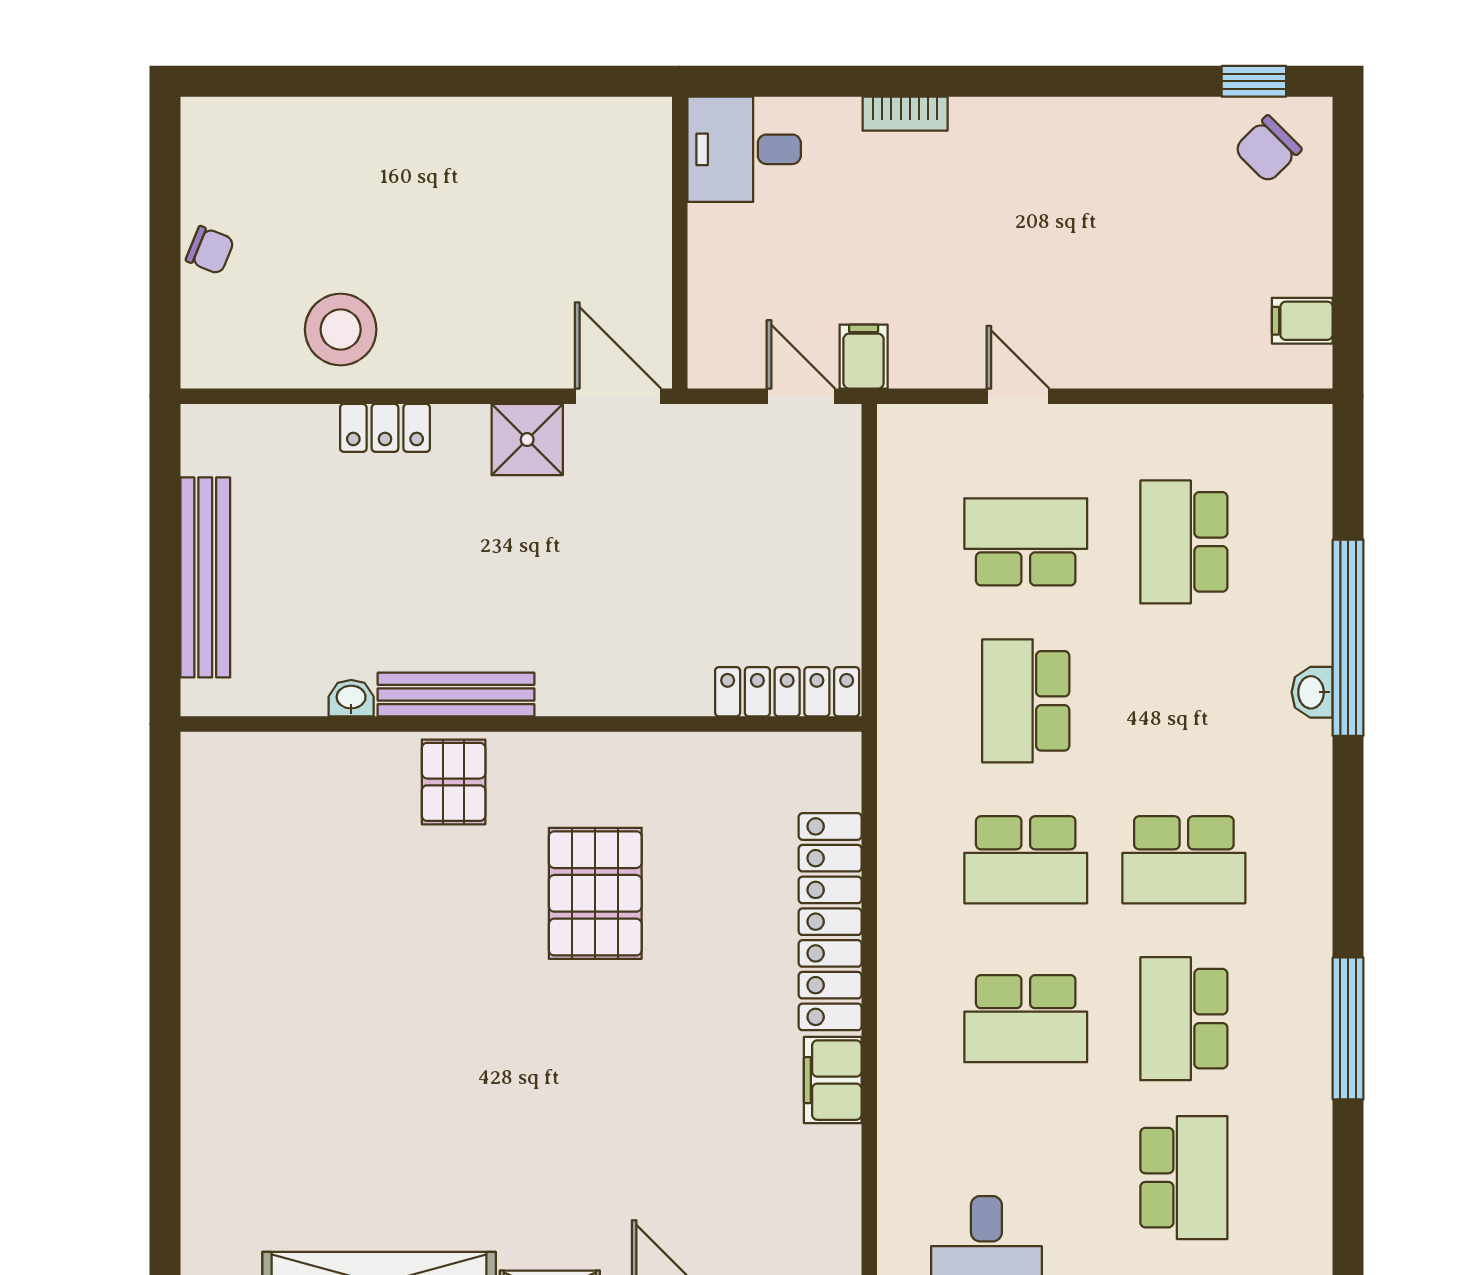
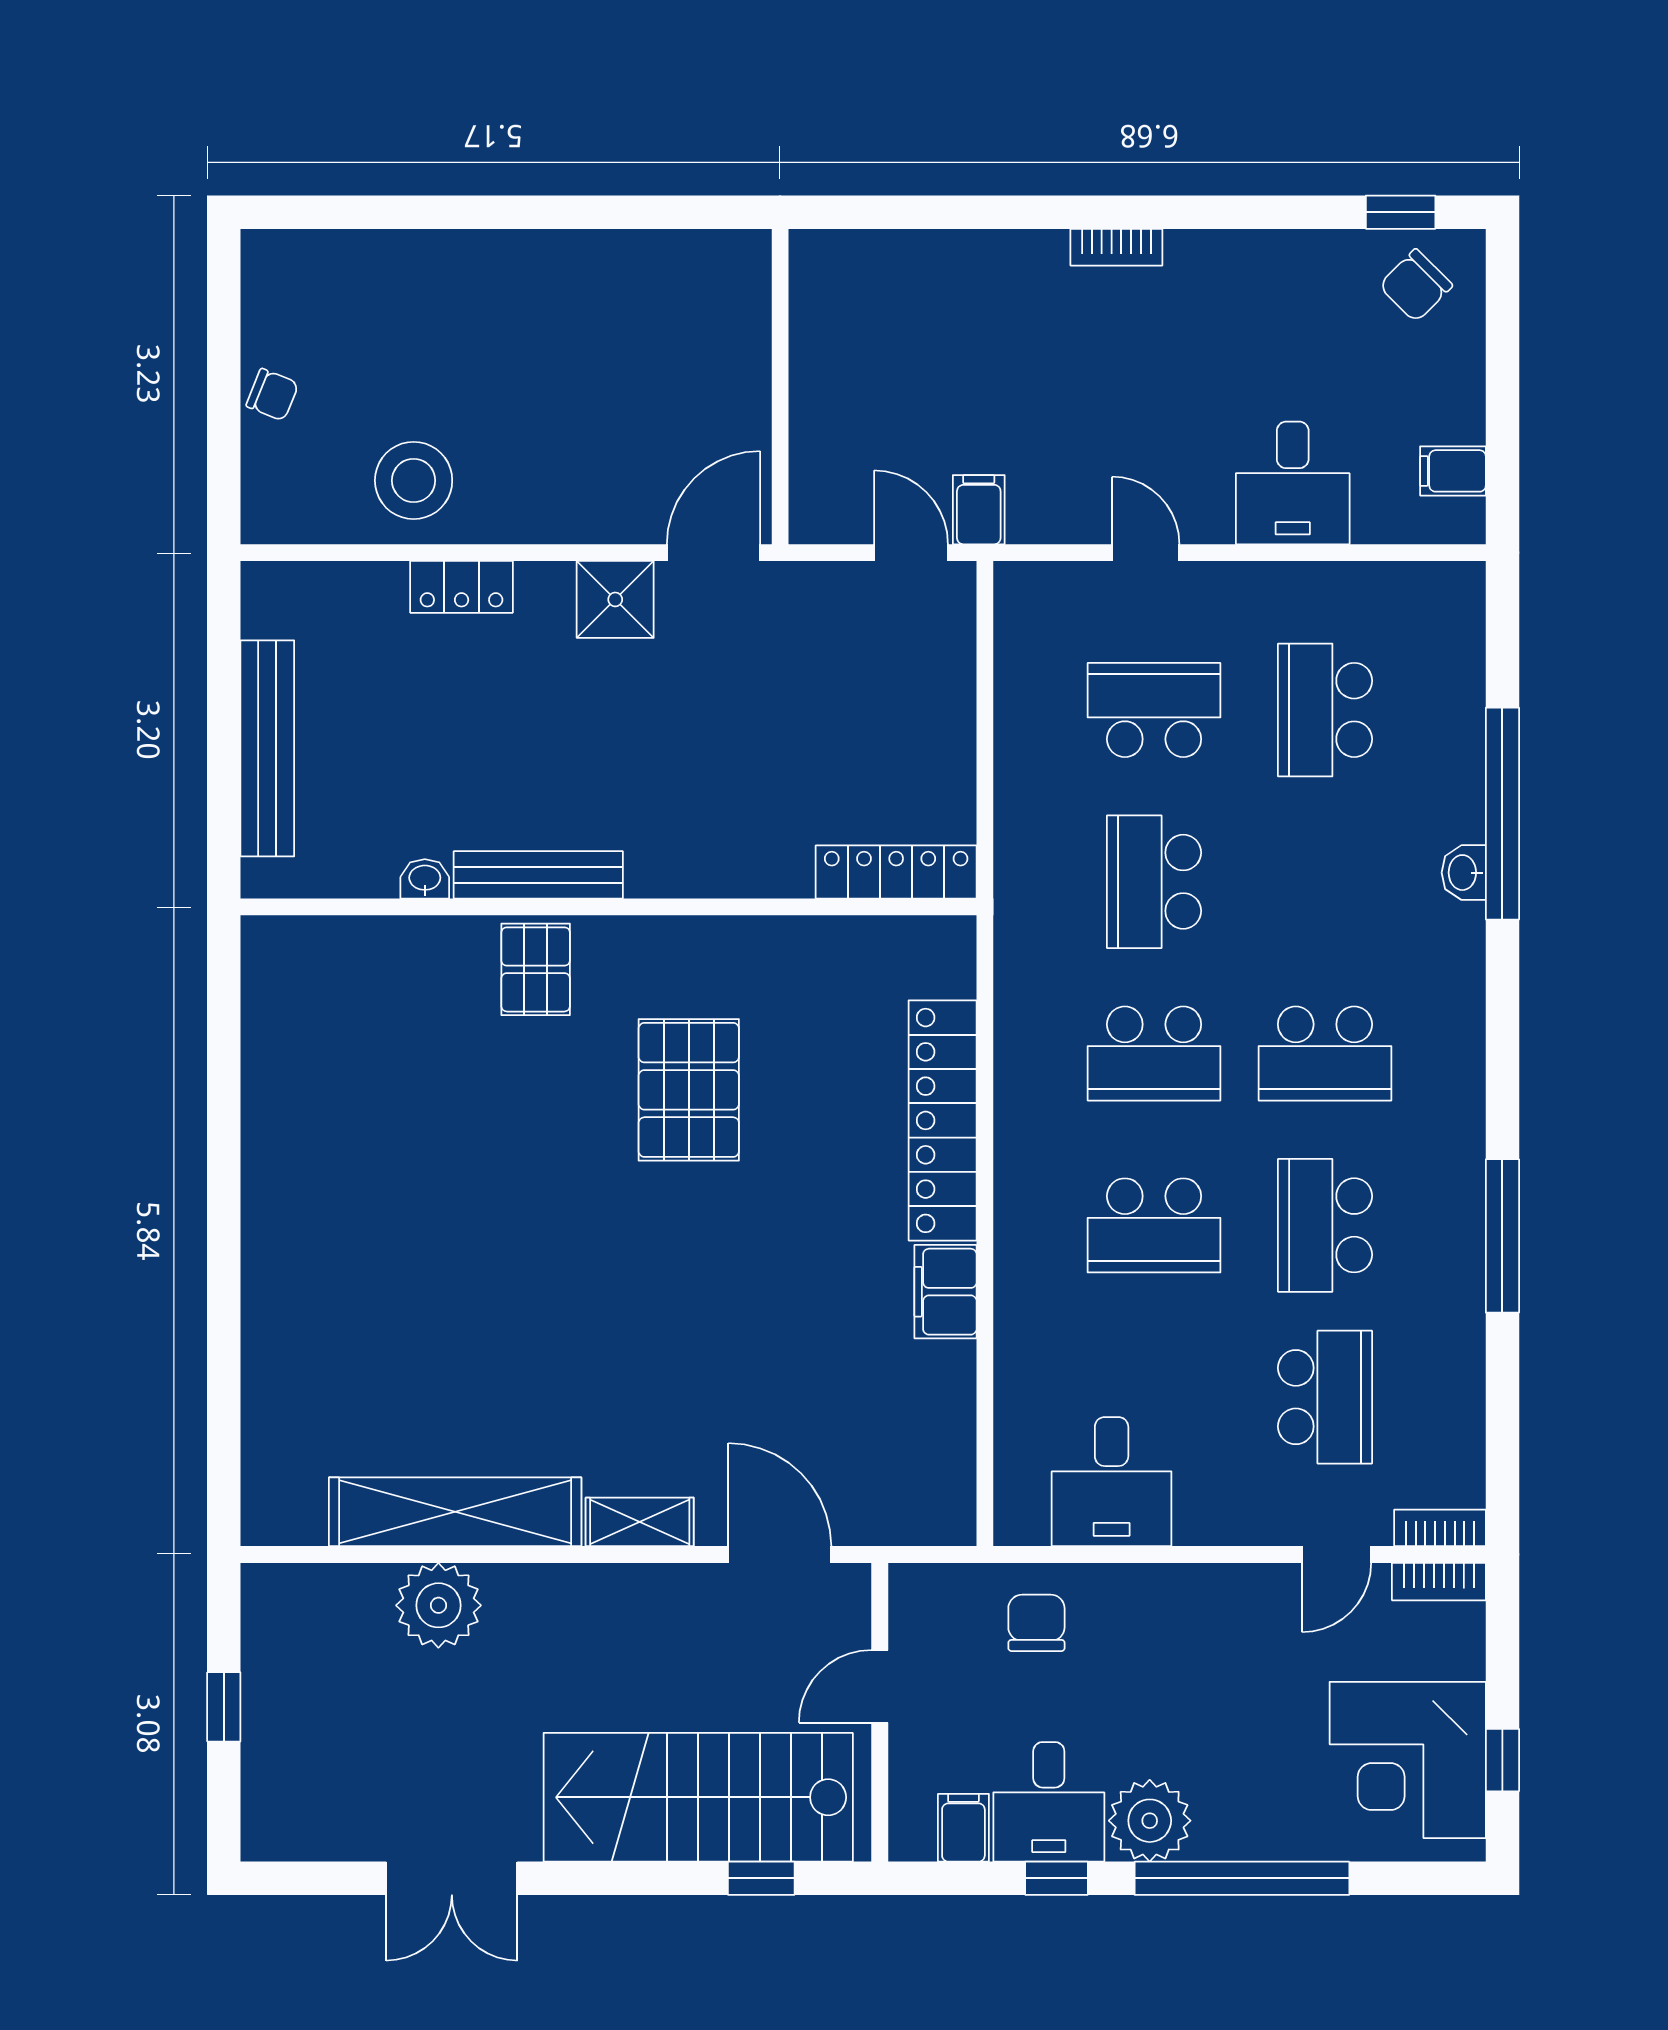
bookcase: (905, 114) -> (1116, 247), moved
desk: (744, 149) -> (1293, 483), moved, turned -90
door: (618, 396) -> (713, 553), hinge flipped

